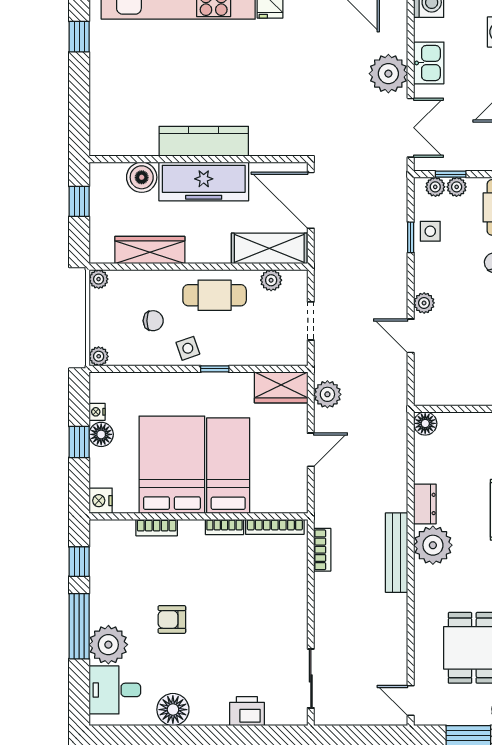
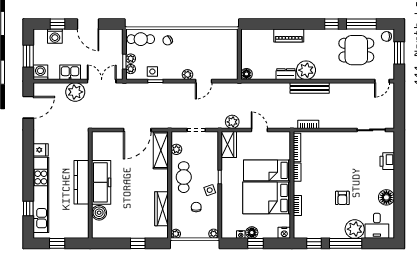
kitchen counter: (204, 141) -> (81, 182), moved
wall: (198, 159) -> (90, 185), moved
boiler: (142, 177) -> (99, 213), moved
freezer: (204, 181) -> (101, 182), moved

